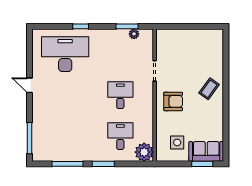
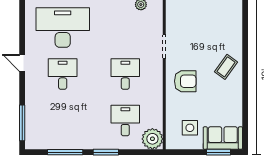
desk: (65, 95) -> (63, 74), added

